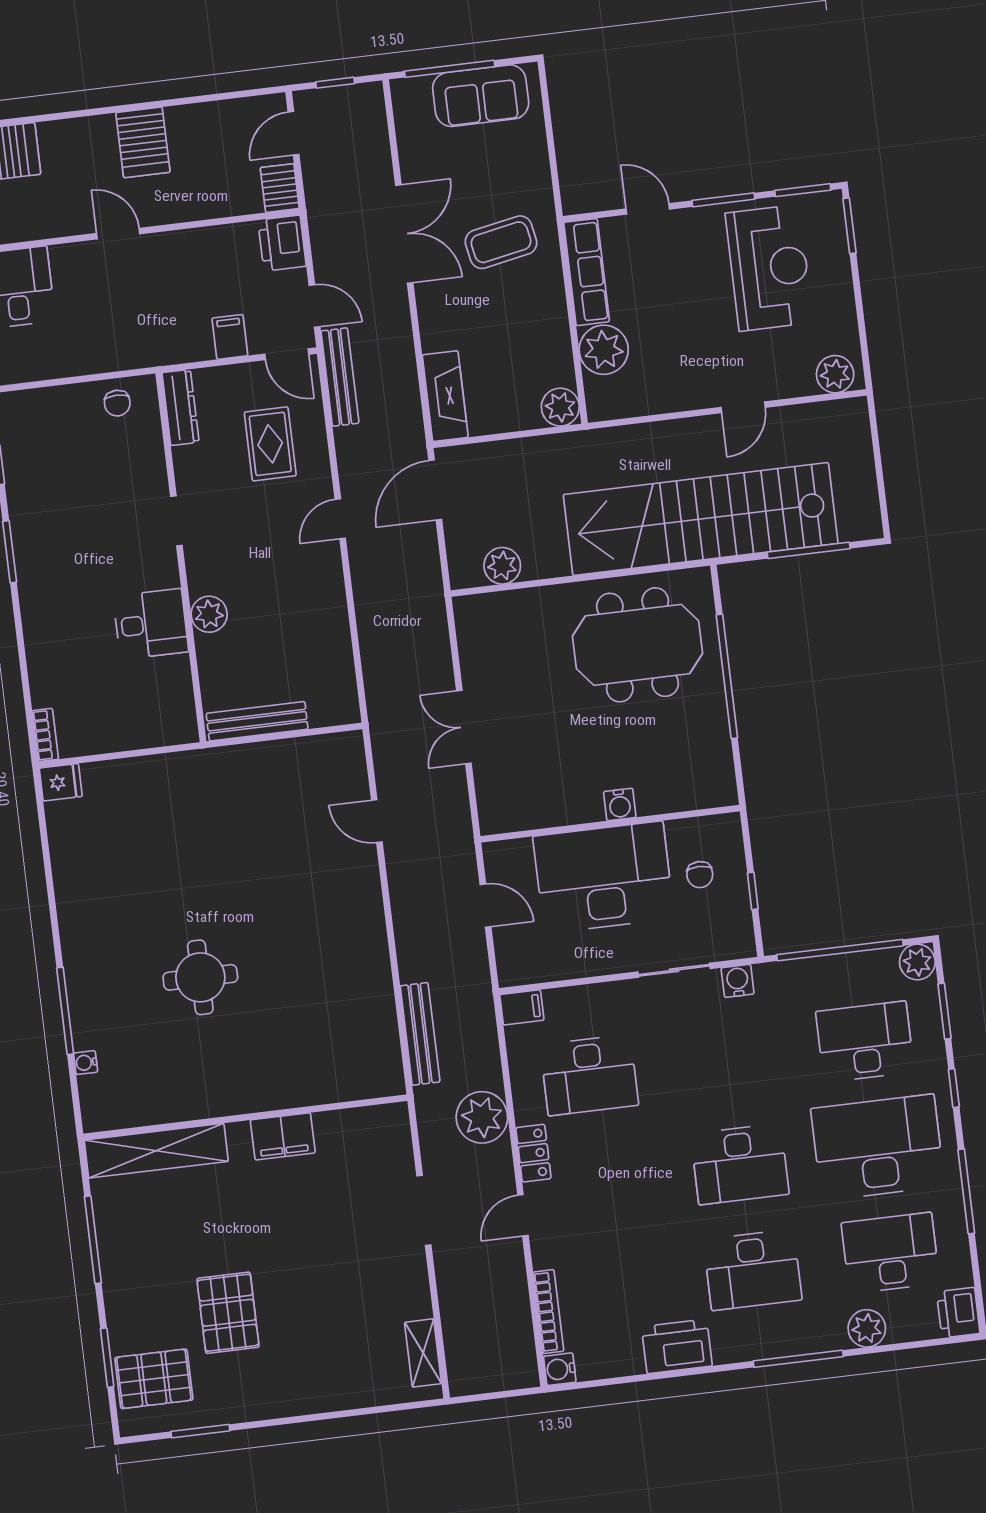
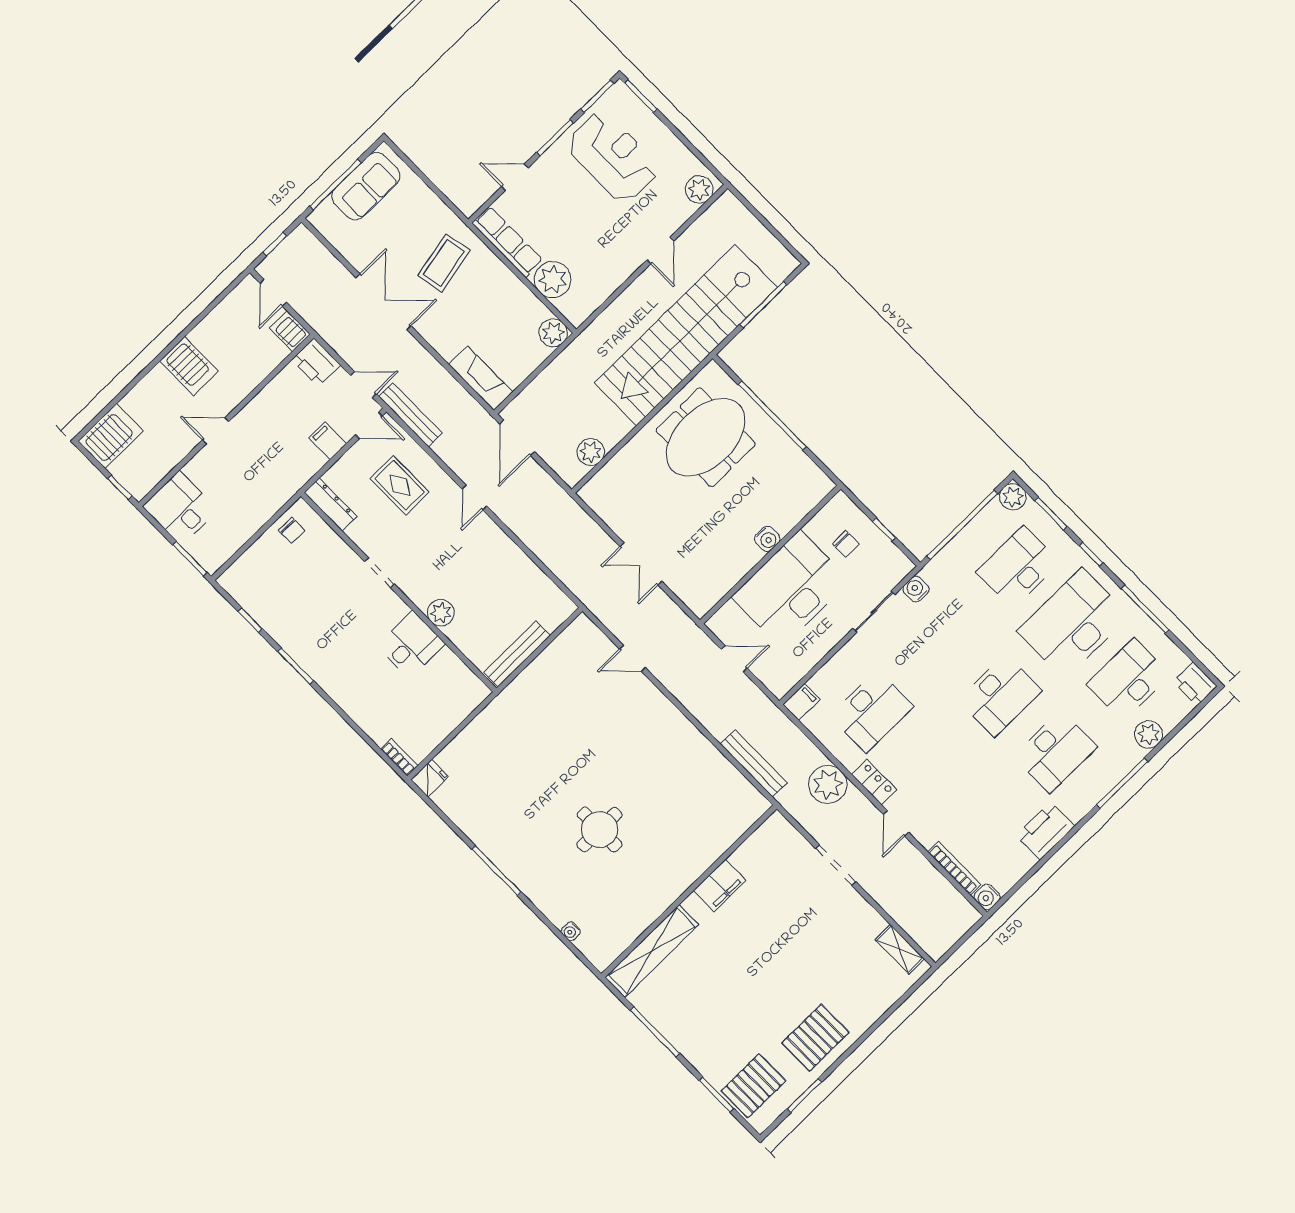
window: (65, 1011) -> (496, 871), moved
pallet: (228, 1313) -> (815, 1038), moved, turned 90

